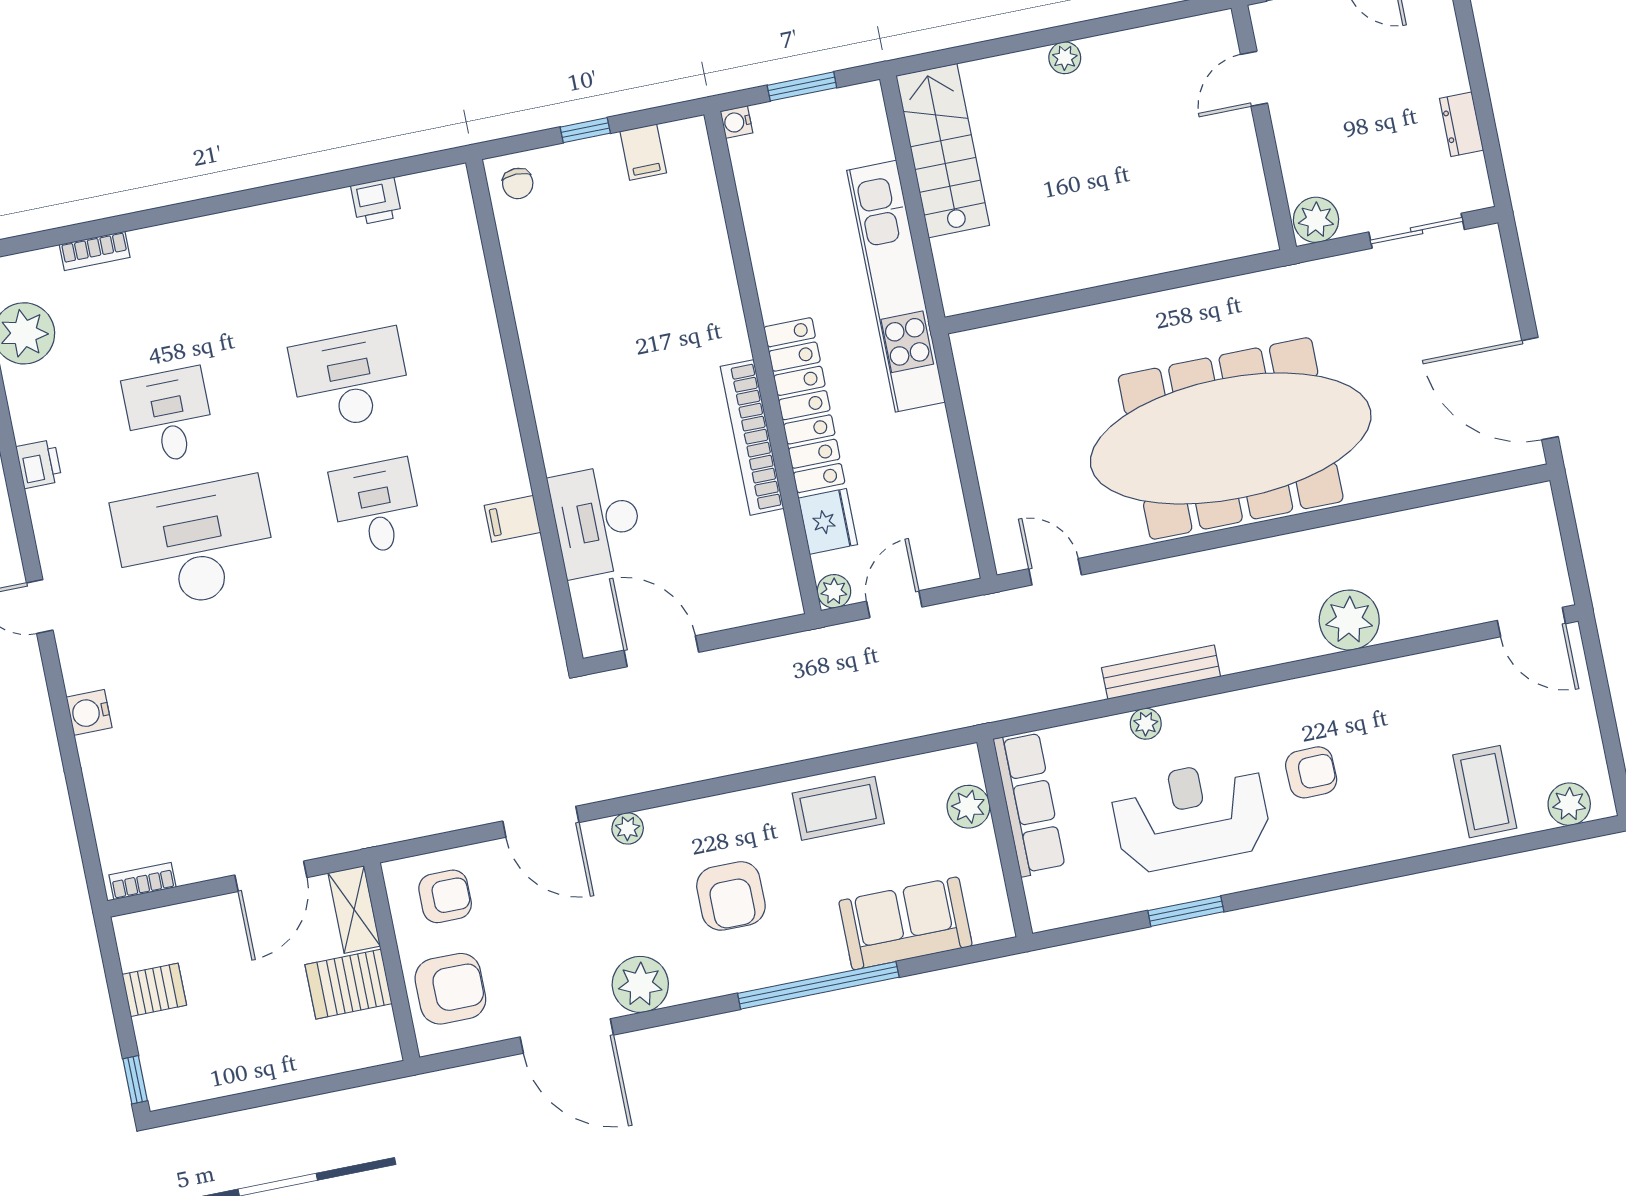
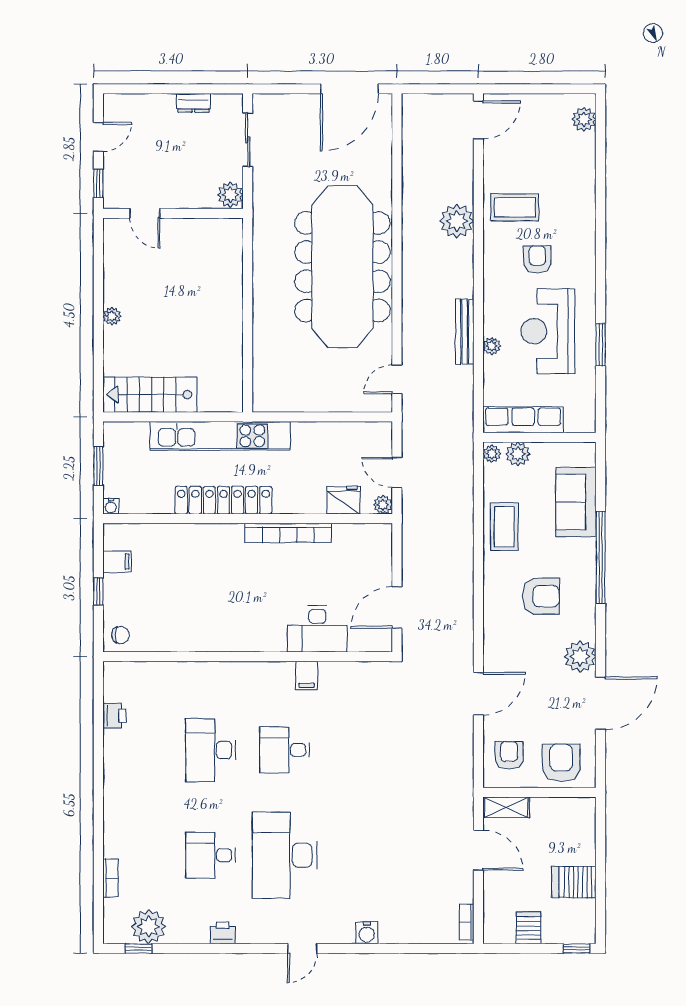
locker: (804, 405) -> (223, 500), moved
coffee table: (1485, 792) -> (515, 207), moved
plant: (628, 828) -> (492, 454), moved
server rack: (348, 984) -> (574, 882), moved, turned 90

